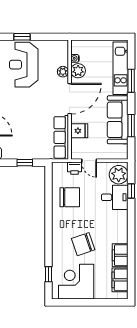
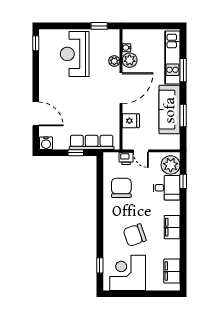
window: (22, 37) -> (99, 26), moved
row of seats: (61, 137) -> (92, 142), moved, turned 90
chair: (70, 197) -> (121, 188), turned -90
filing cabinet: (120, 255) -> (172, 227), moved

